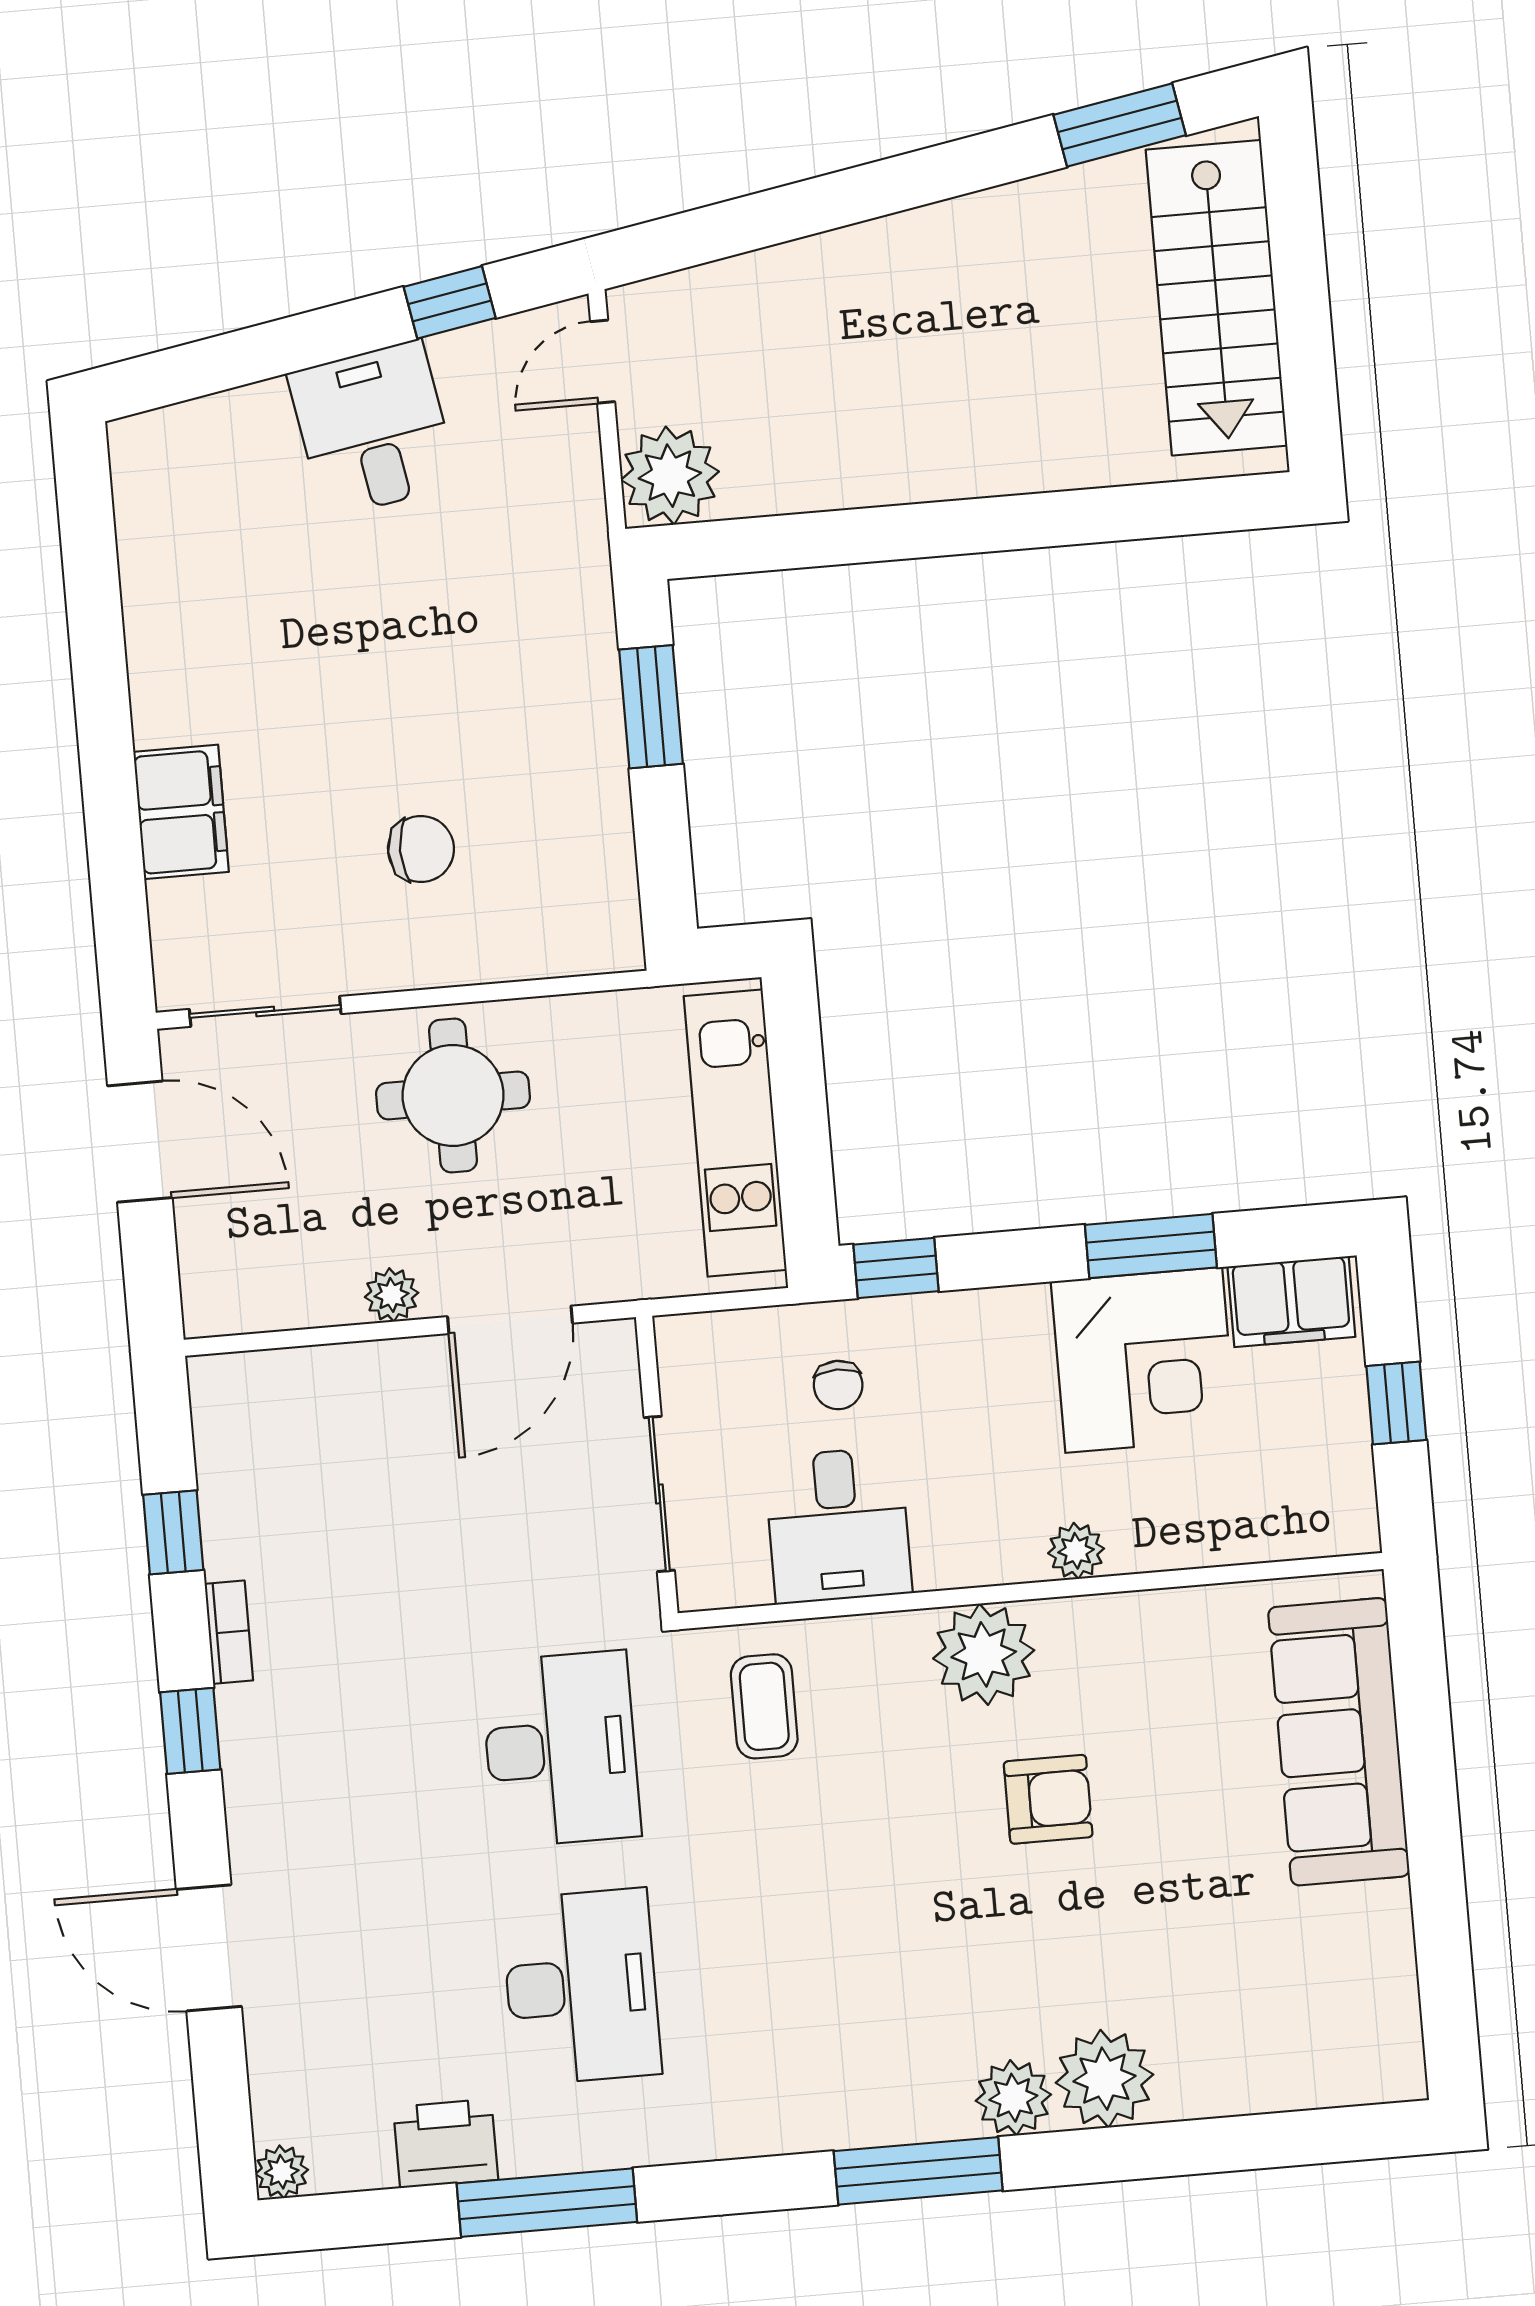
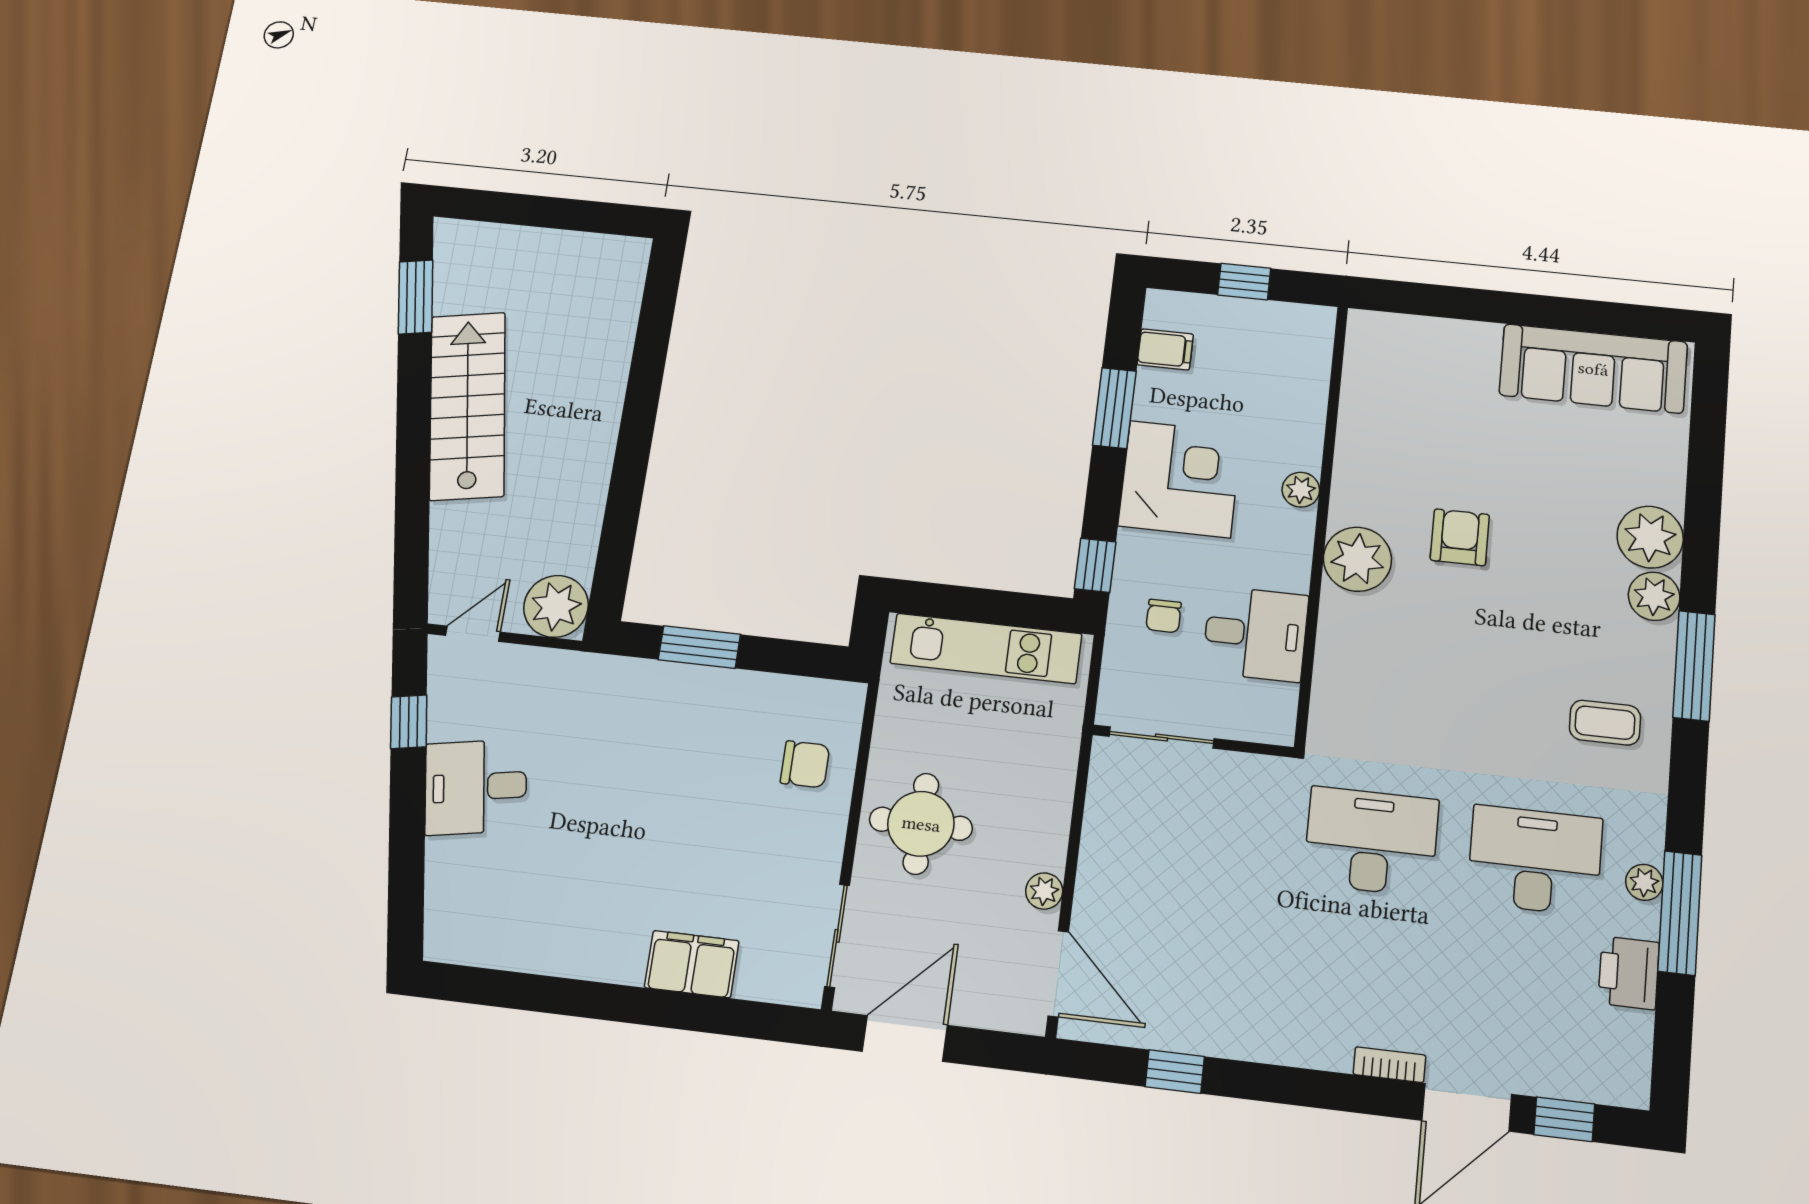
stairs: (1217, 298) -> (467, 406), moved, turned -100
door: (603, 362) -> (473, 634), swing flipped
chair: (421, 849) -> (805, 764), moved, turned 90
filing cabinet: (1291, 1302) -> (1165, 349), width x0.50
door: (510, 1320) -> (1058, 974), moved
corner desk: (1144, 1360) -> (1180, 479), moved
chair: (838, 1385) -> (1164, 616), turned 90
sliding door: (659, 1494) -> (1161, 737), moved
bookcase: (229, 1632) -> (1389, 1065), moved
coffee table: (764, 1706) -> (1605, 723), moved
window: (190, 1731) -> (1564, 1119), moved
sofa: (1339, 1742) -> (1593, 369), moved
plant: (282, 2172) -> (1644, 882), moved

